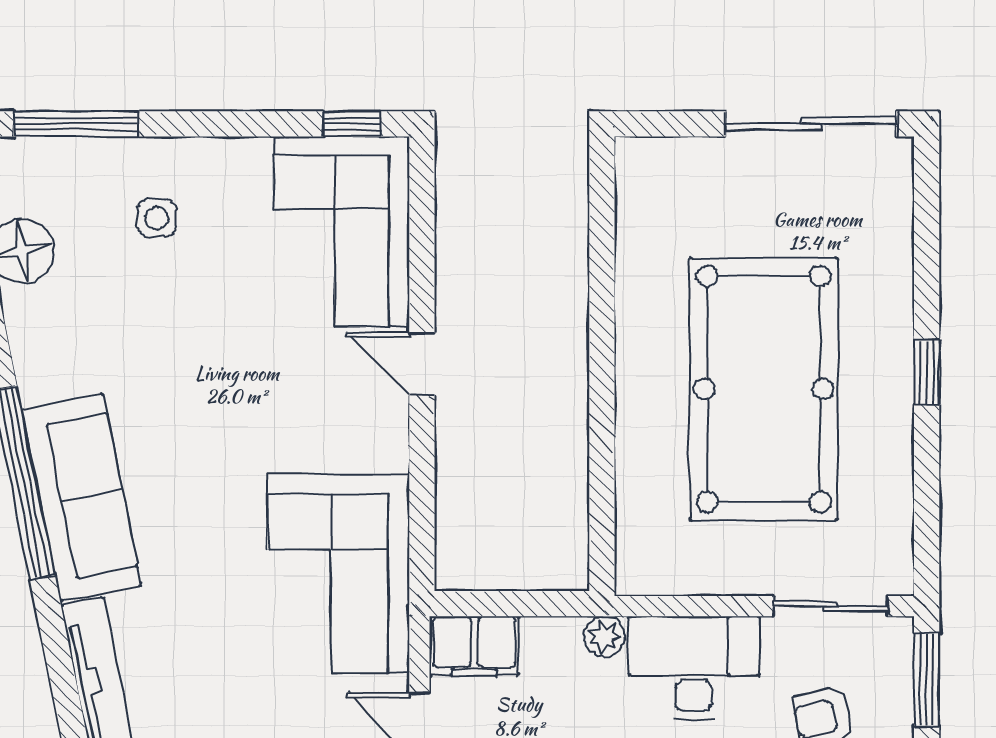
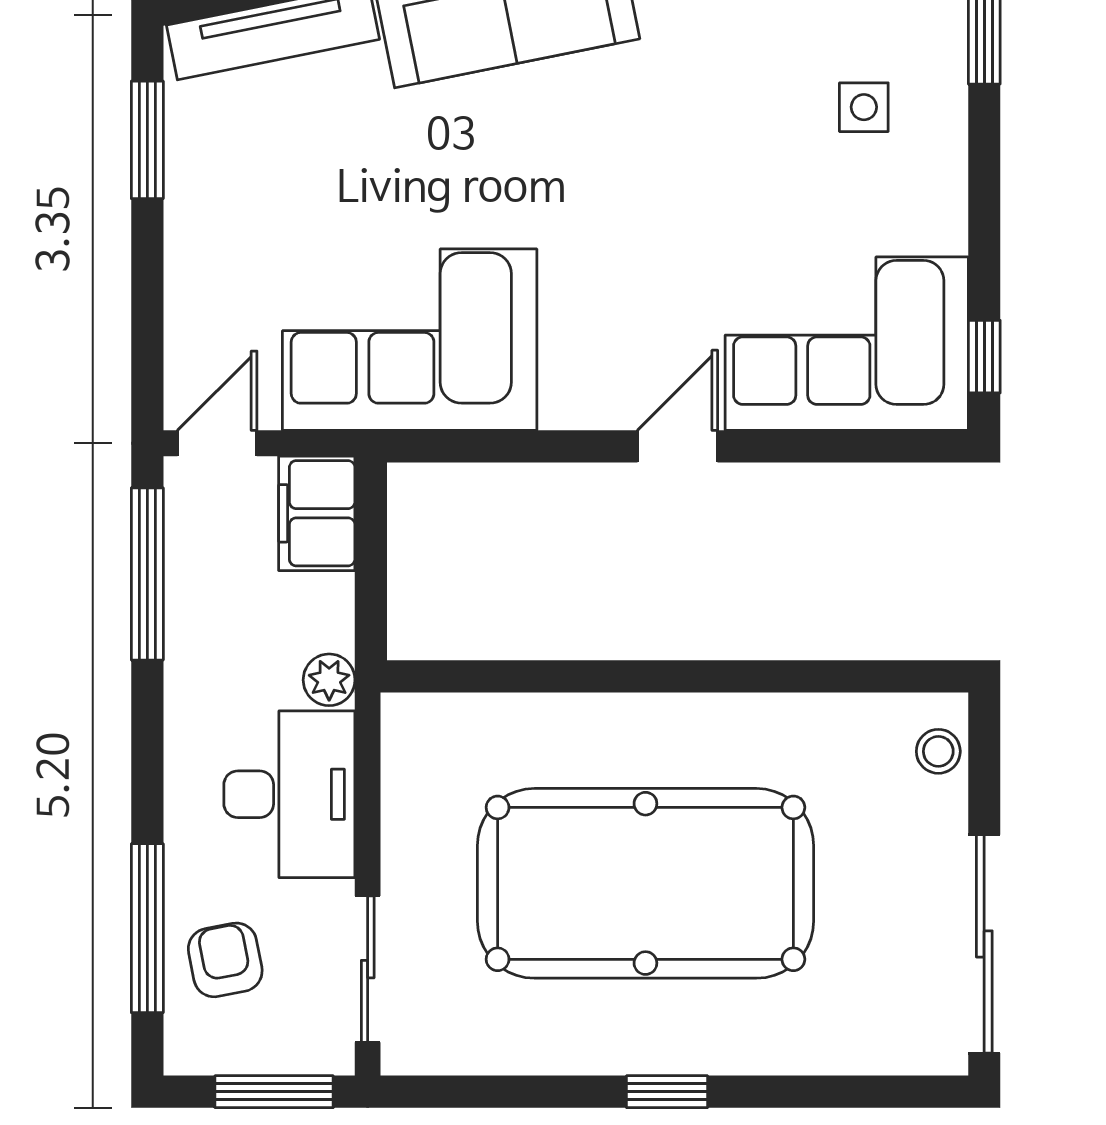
stool: (660, 160) -> (938, 751), added

